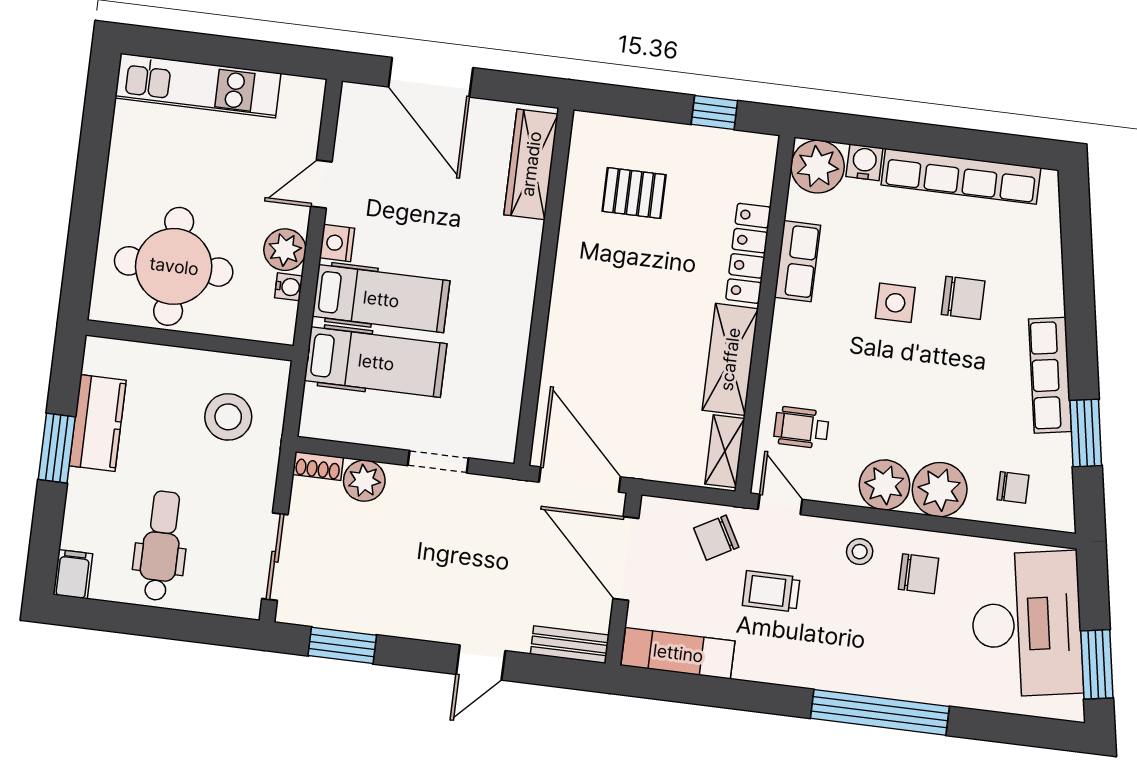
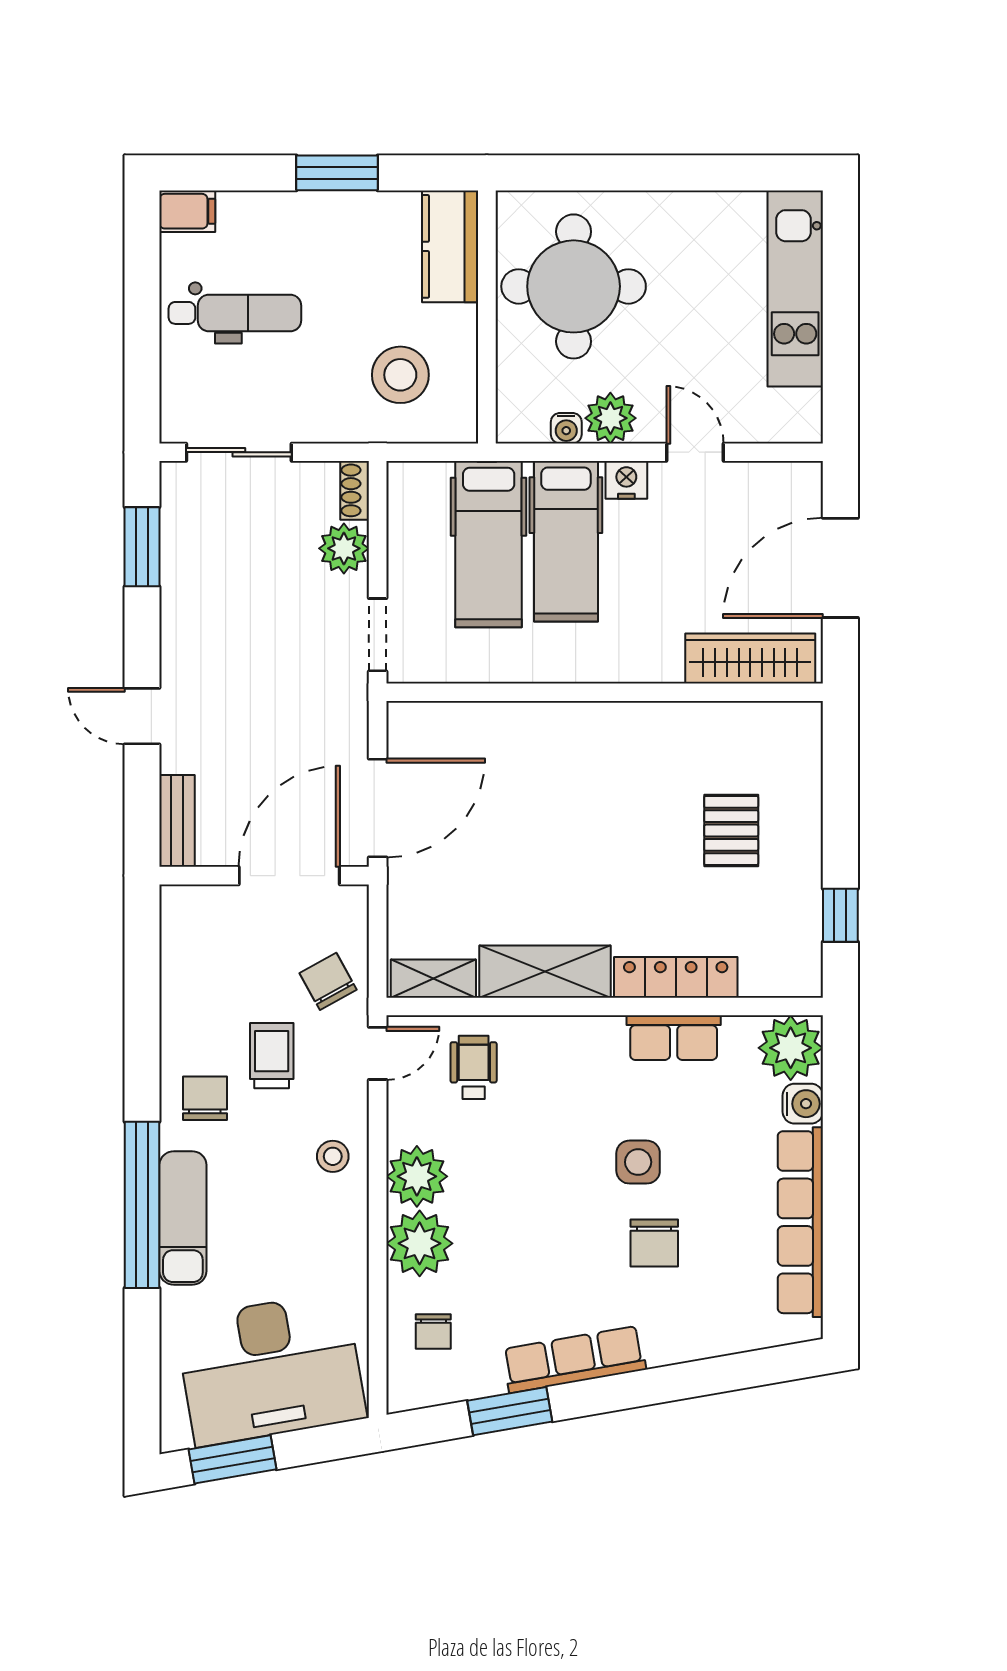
wardrobe: (531, 164) -> (750, 658), moved
wall: (544, 287) -> (605, 692), moved
kitchen counter: (98, 423) -> (450, 246), moved, turned 90
chair: (919, 574) -> (205, 1098), moved, turned 180
exam couch: (678, 653) -> (183, 1218), moved

